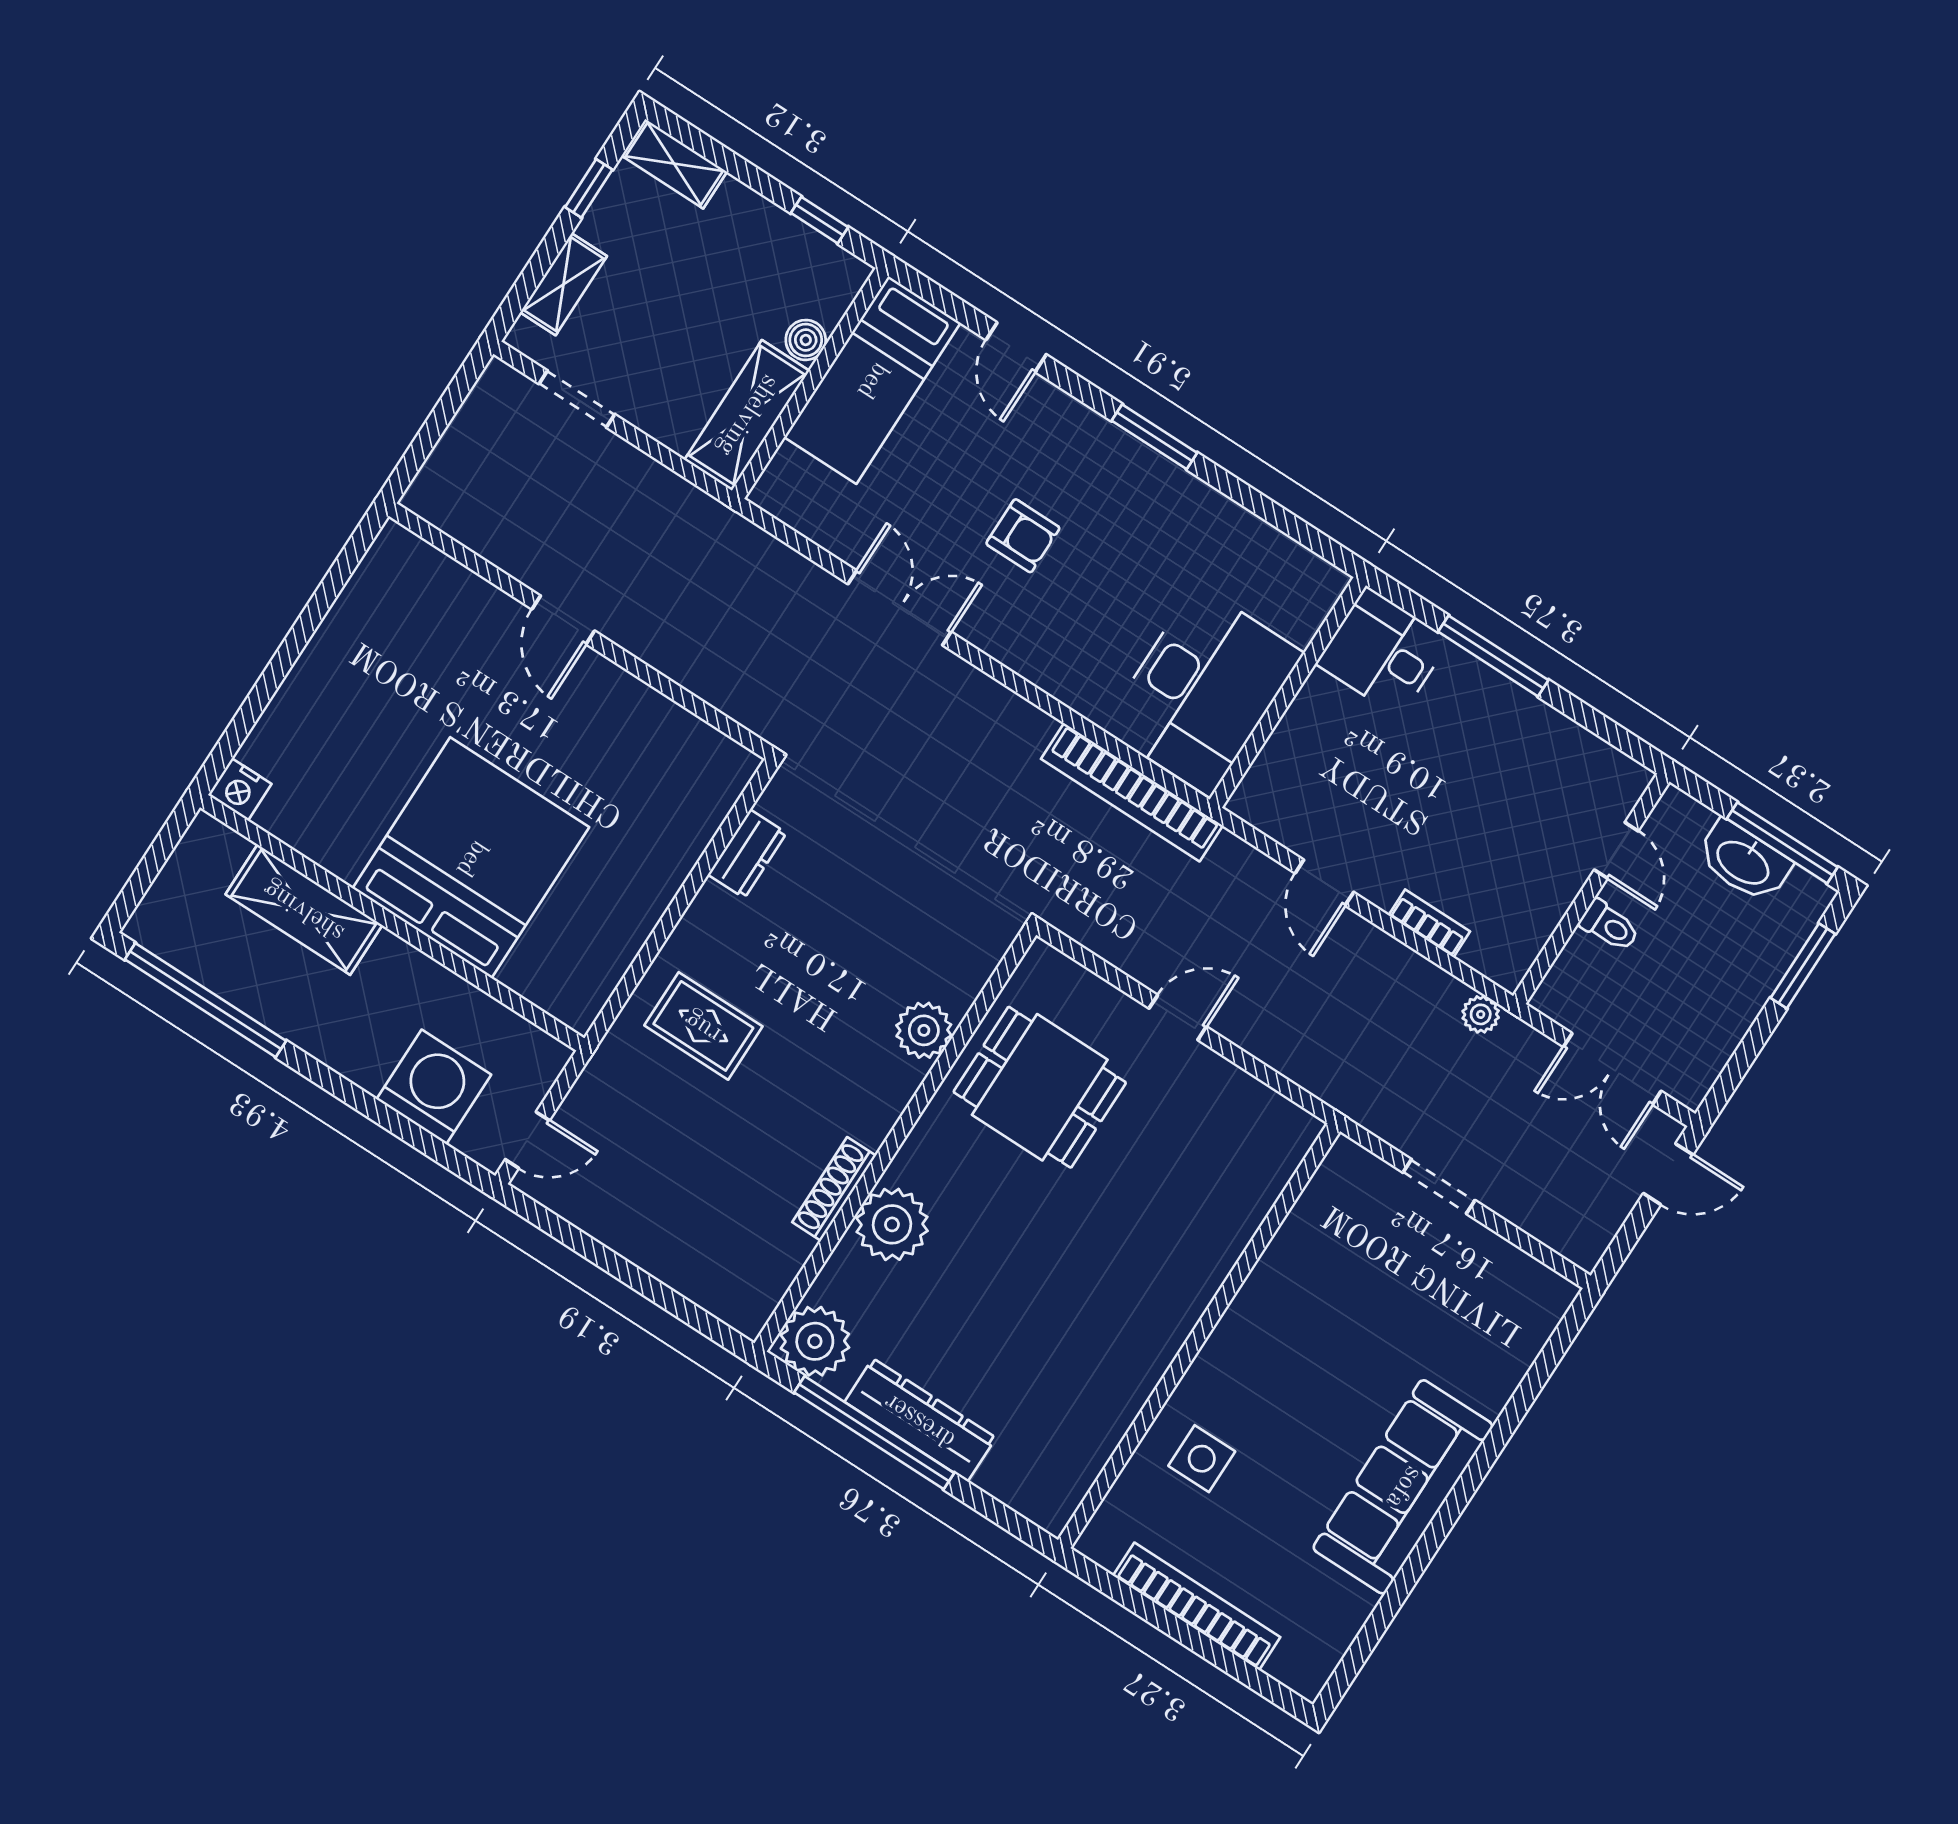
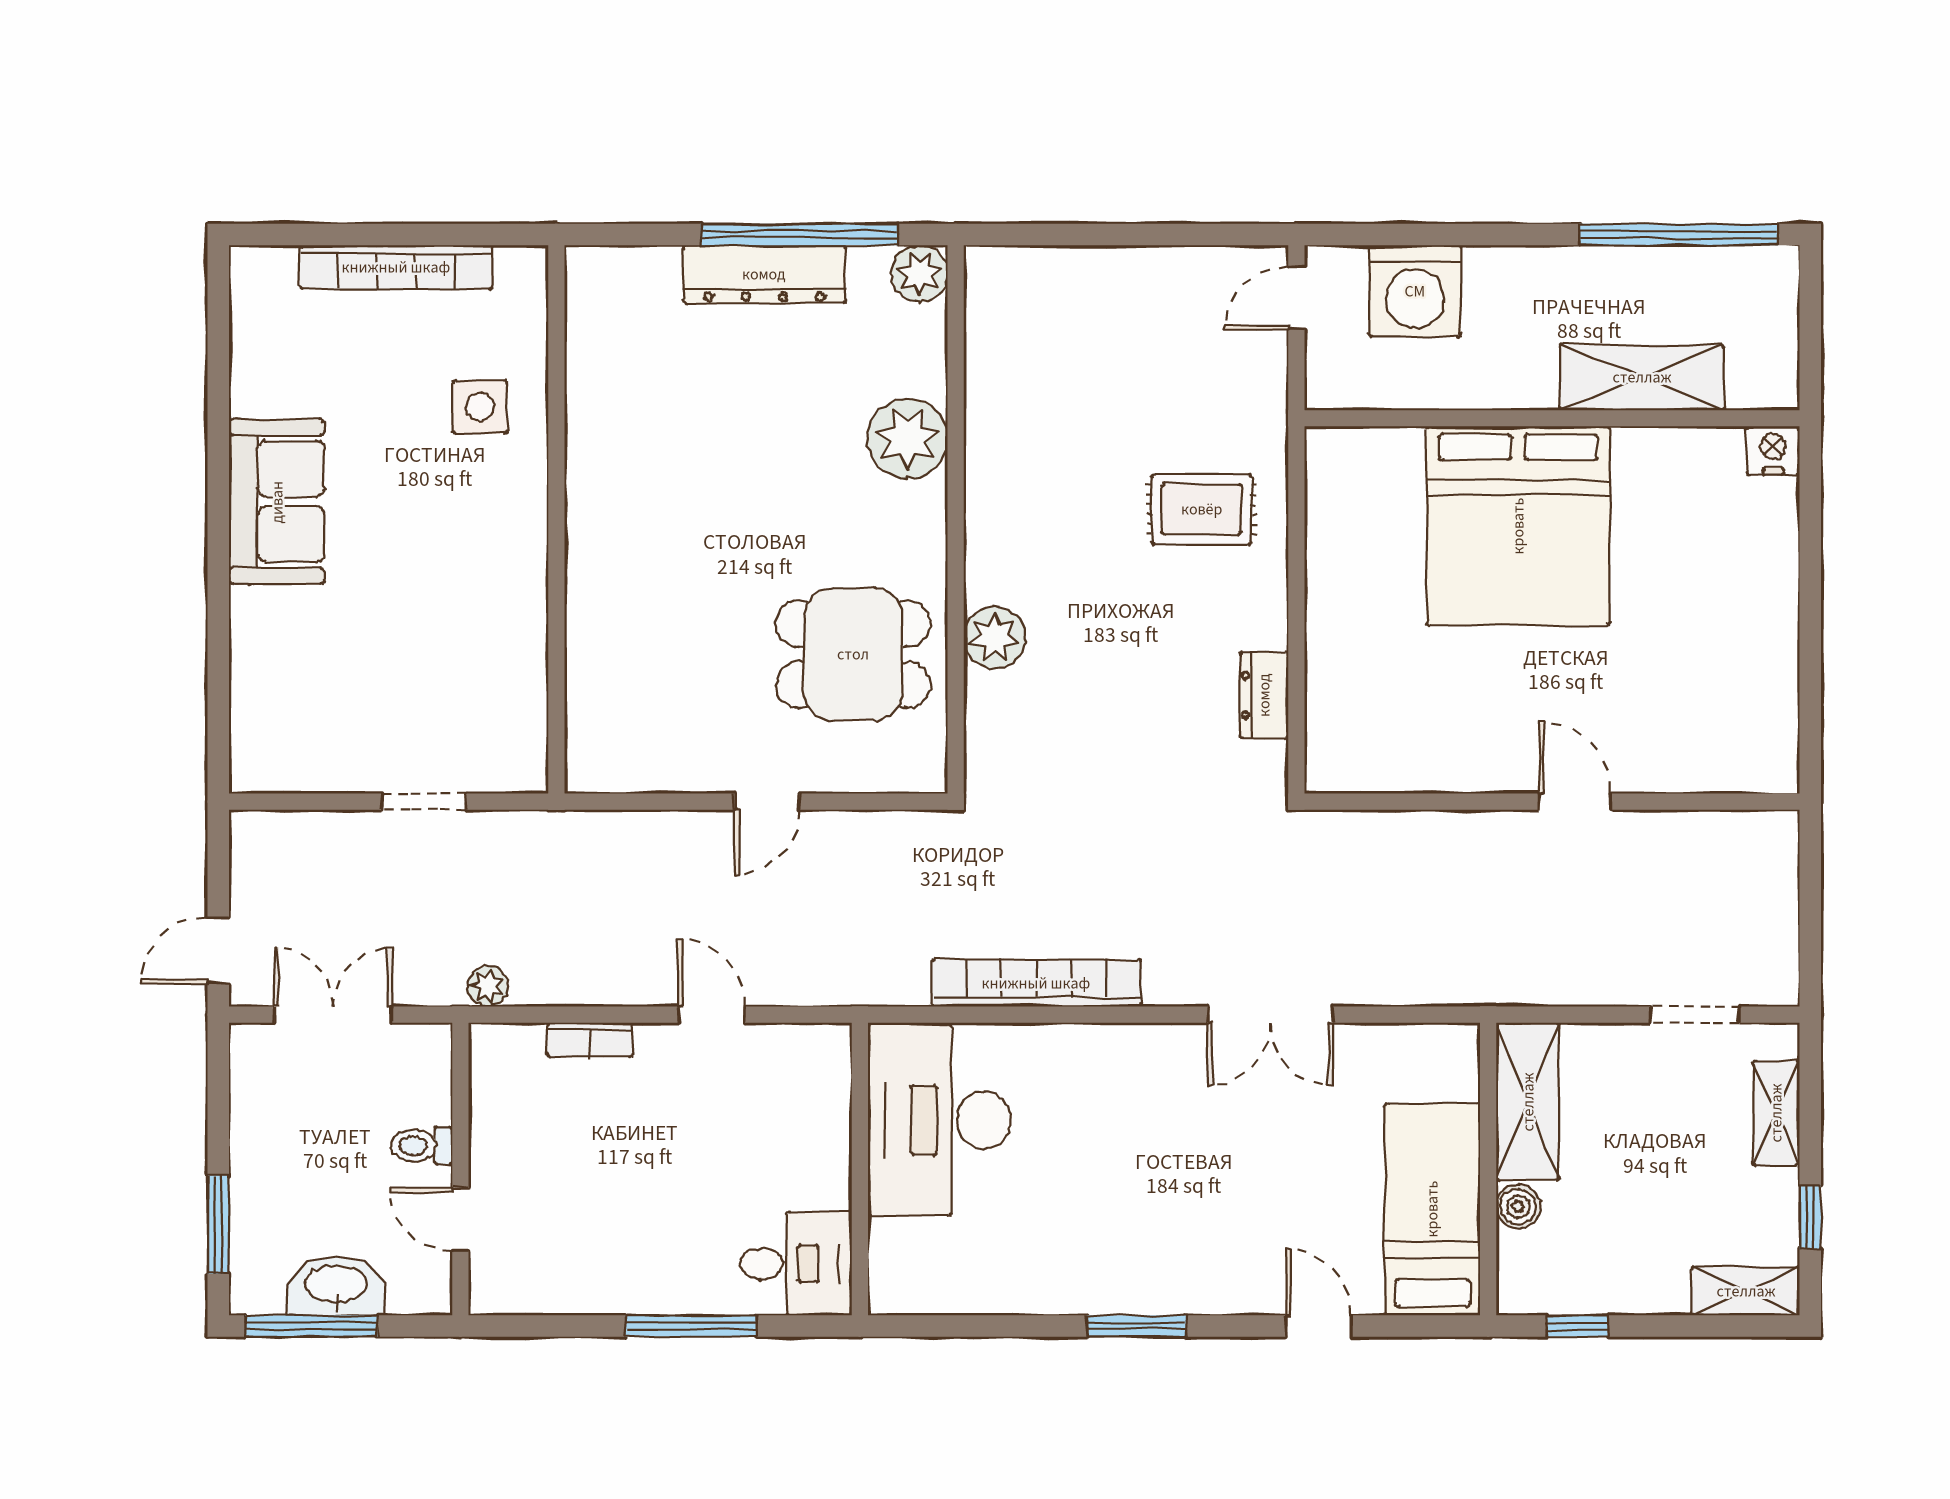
armchair: (1023, 536) -> (1199, 1155), removed
bookcase: (1132, 792) -> (1036, 983), moved
shoe rack: (834, 1189) -> (983, 437), removed
plant: (815, 1341) -> (919, 273), width x0.73, depth x0.73
sofa: (1403, 1487) -> (277, 502), width x0.73

